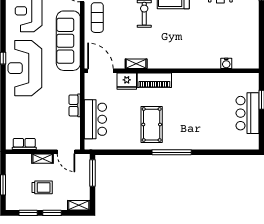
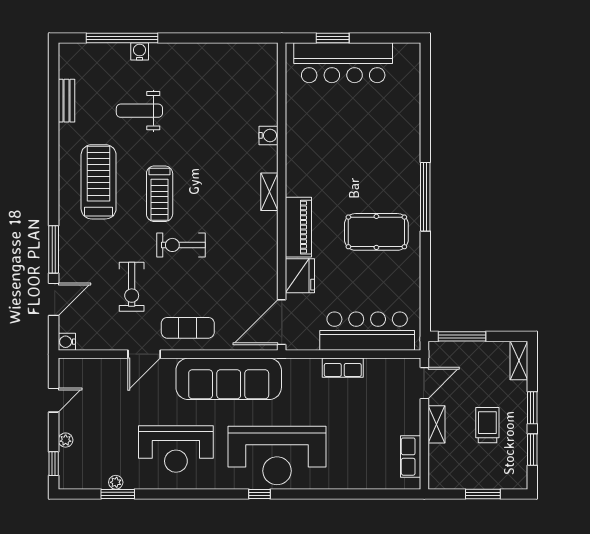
water cooler: (226, 63) -> (269, 135), moved
shelving: (136, 64) -> (269, 192), moved
bar counter: (248, 113) -> (343, 63), width x1.36
bar counter: (95, 119) -> (367, 331), width x1.36

